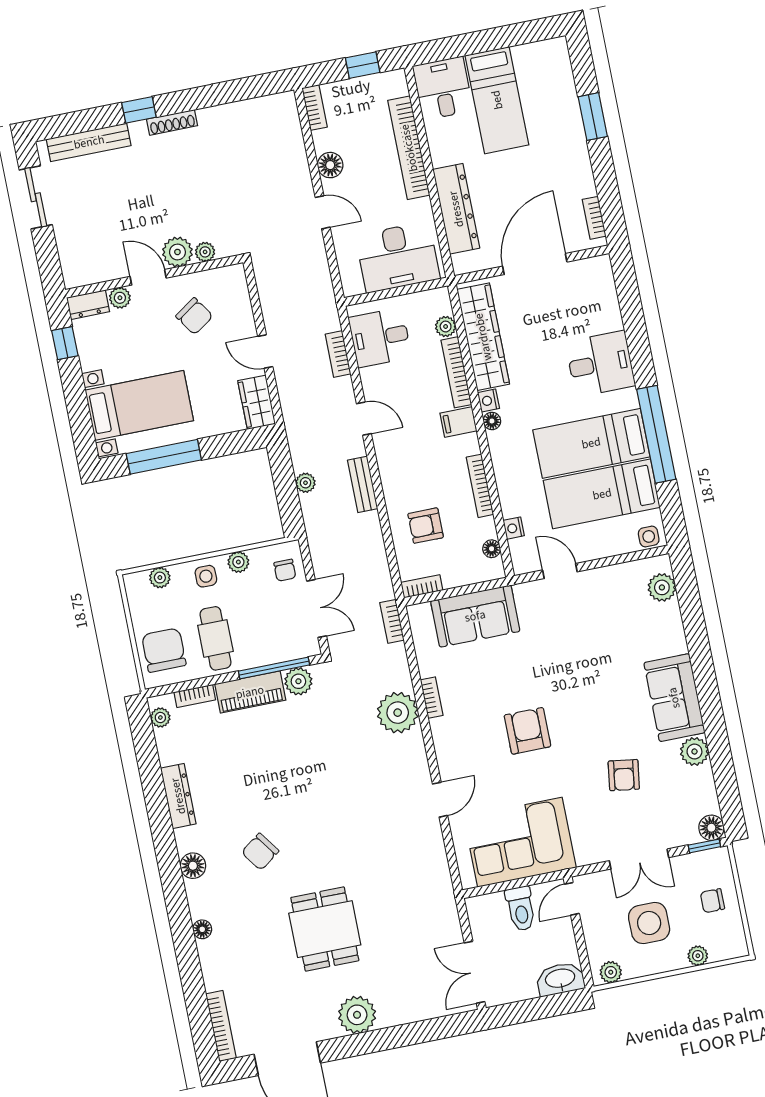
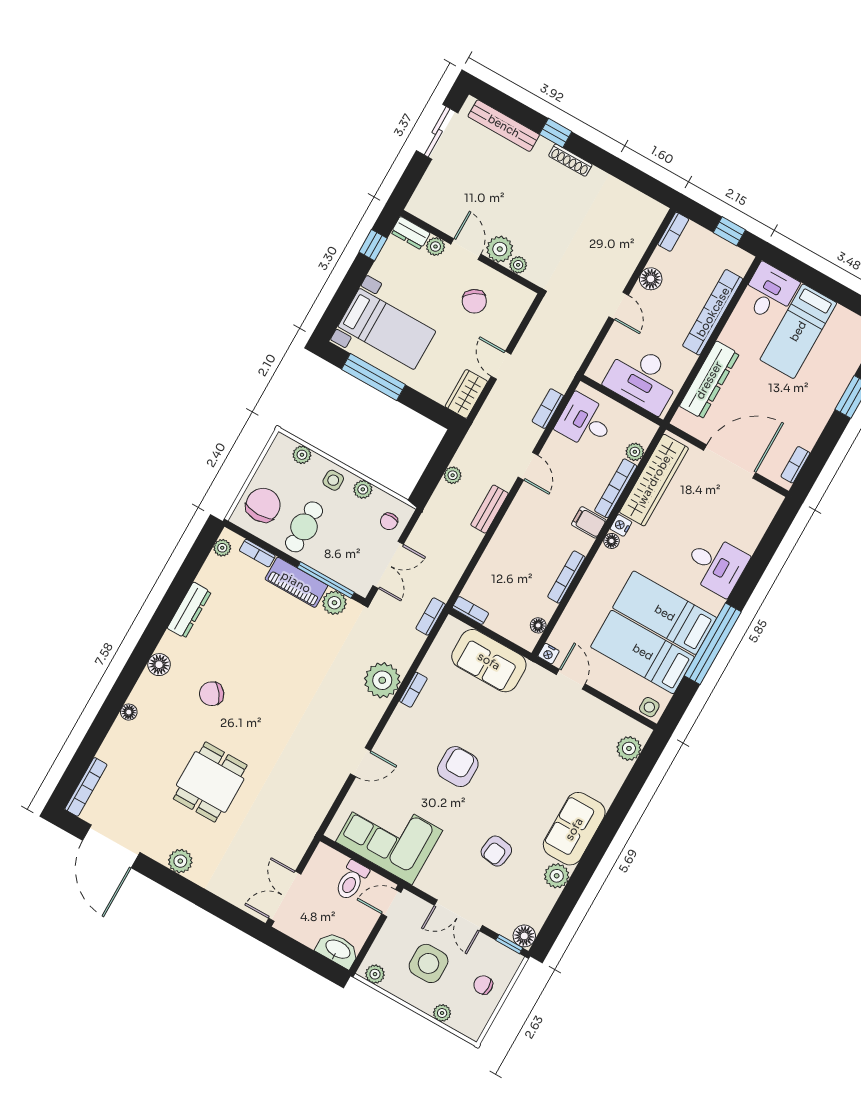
armchair: (426, 526) -> (508, 572), removed
nightstand: (514, 528) -> (549, 654), moved, turned -90
plant: (357, 1015) -> (180, 861), width x0.73, depth x0.73

